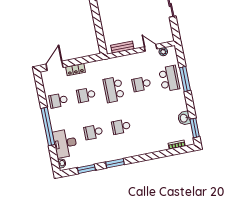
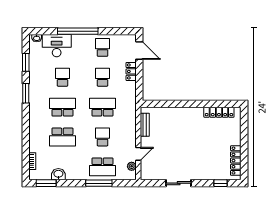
school desk: (149, 121) -> (62, 137), added
school desk: (121, 127) -> (62, 107), width x1.85

